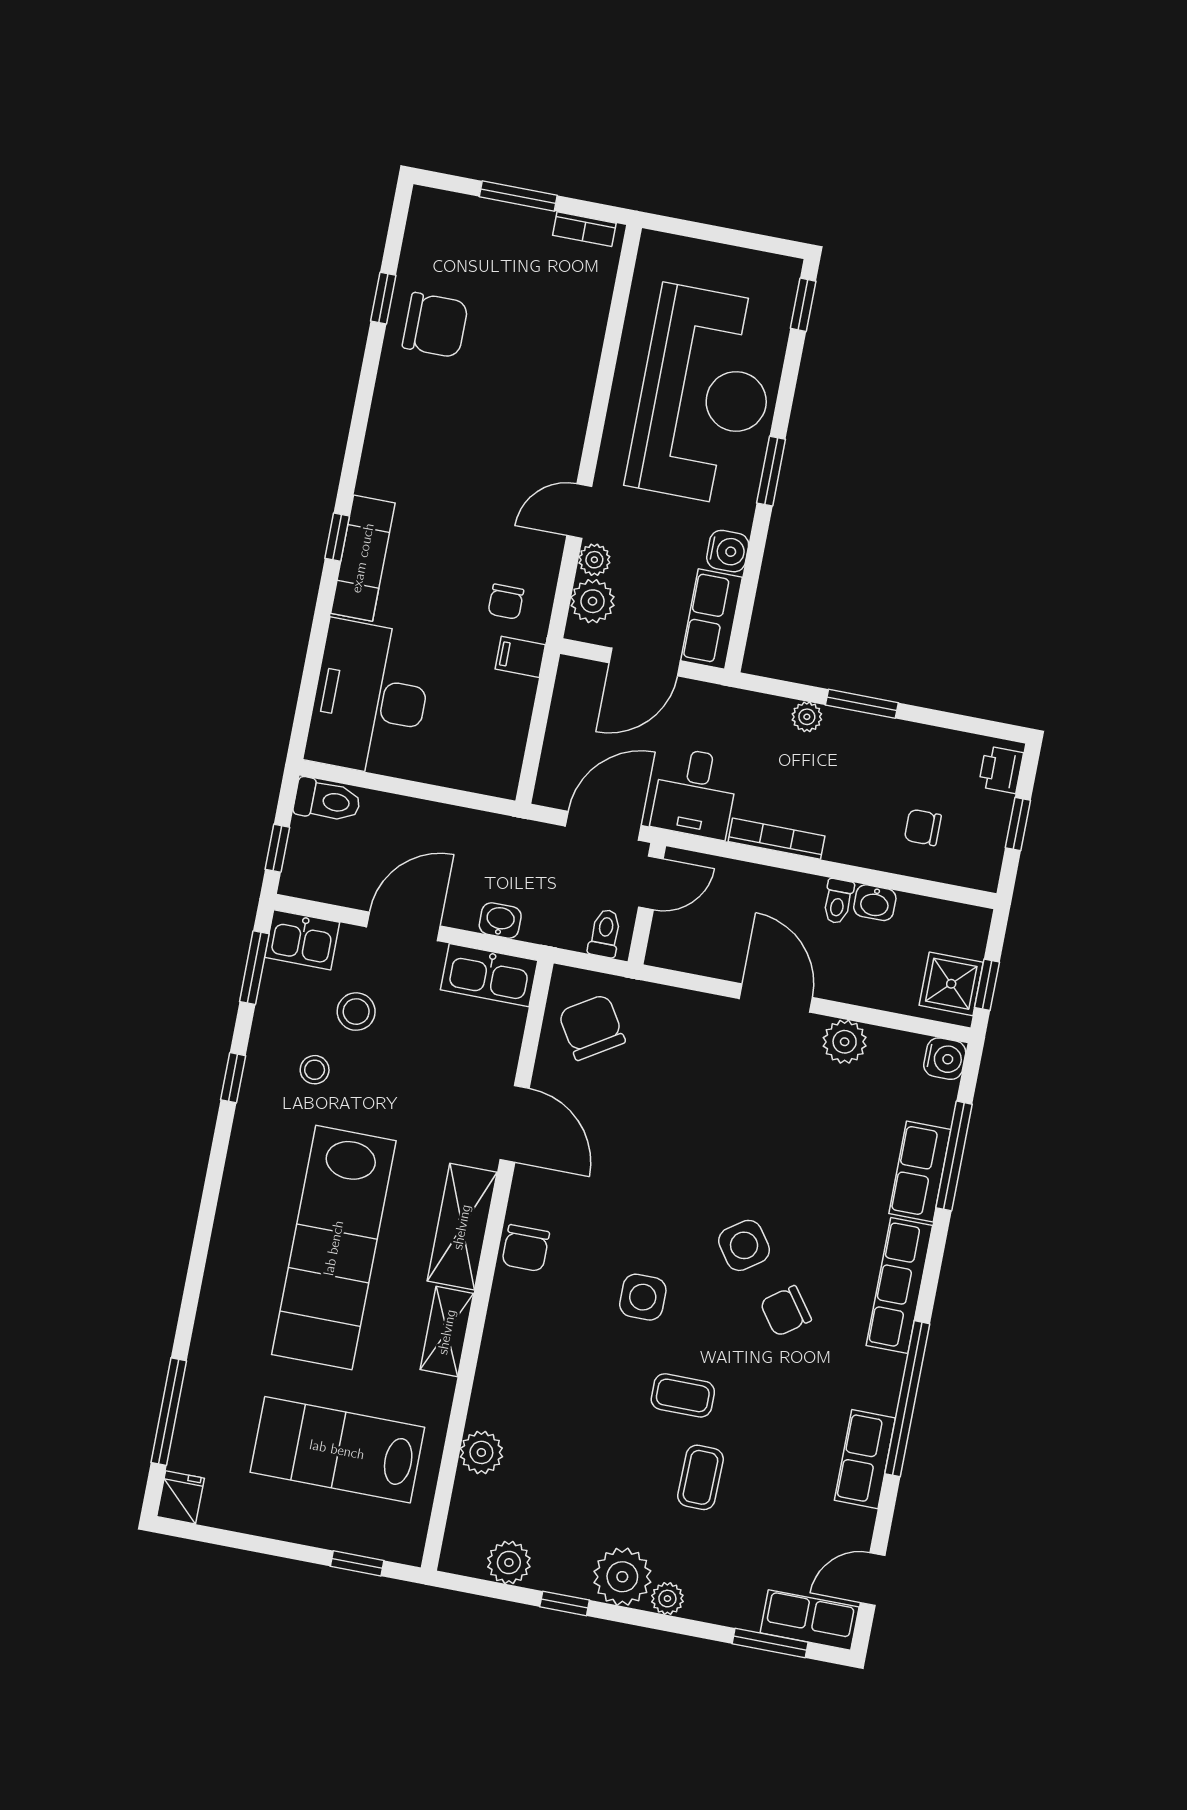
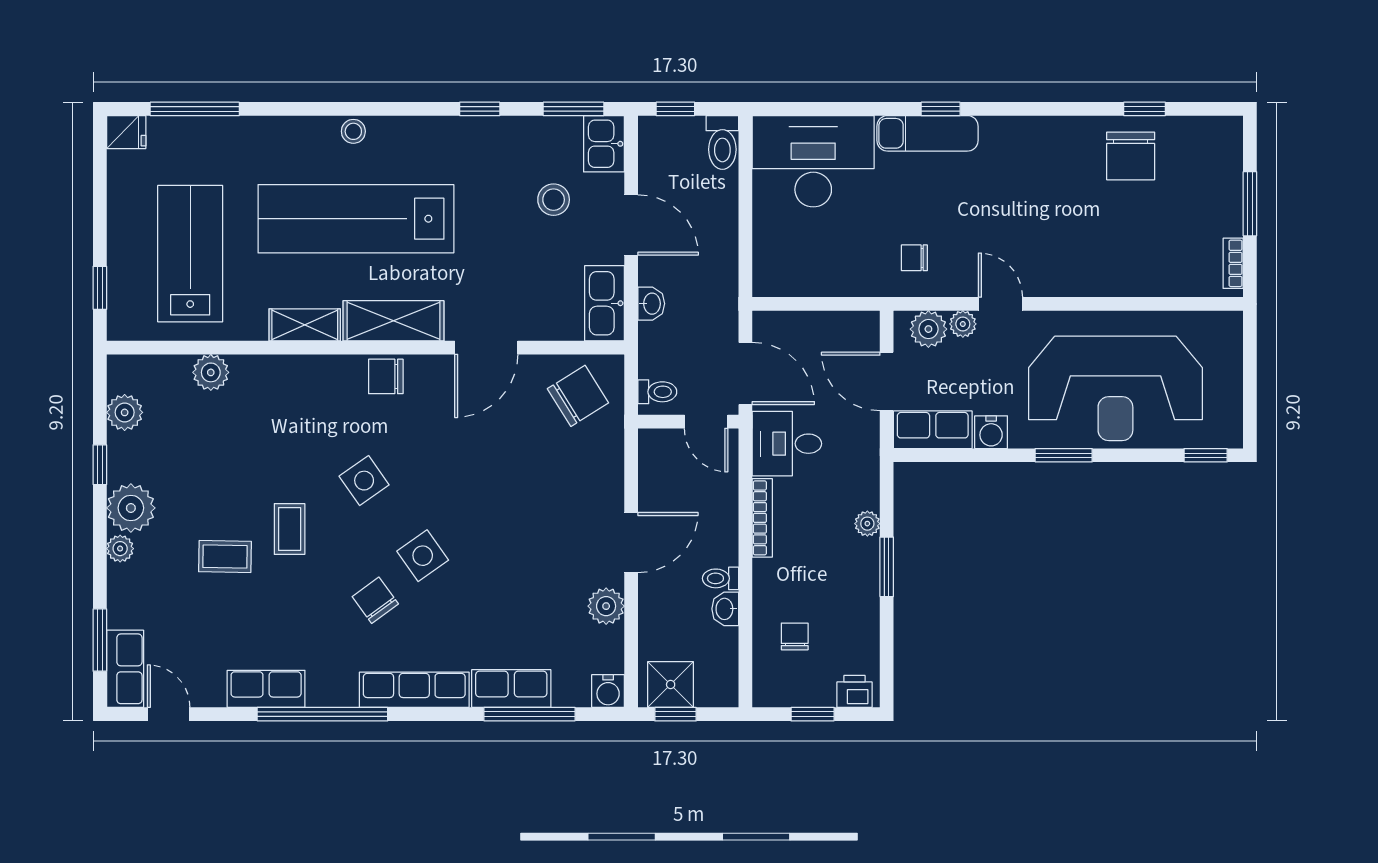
filing cabinet: (520, 657) -> (871, 278), removed
stool: (315, 1070) -> (353, 131), moved
side table: (643, 1297) -> (364, 481), turned -35

